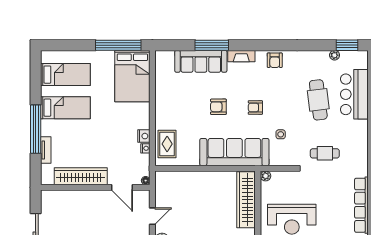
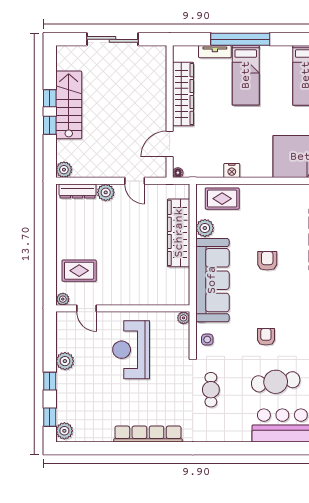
armchair: (255, 107) -> (266, 337), moved
bed: (65, 108) -> (246, 75), moved
side table: (281, 134) -> (207, 340), moved
nightstand: (145, 148) -> (217, 172), removed
plant: (191, 158) -> (205, 228), added
wardrobe: (246, 200) -> (179, 233), moved, turned -90

